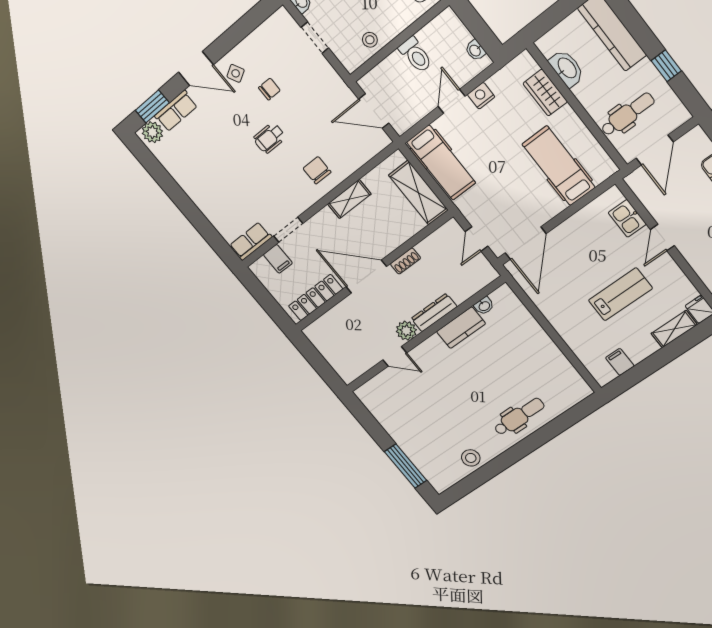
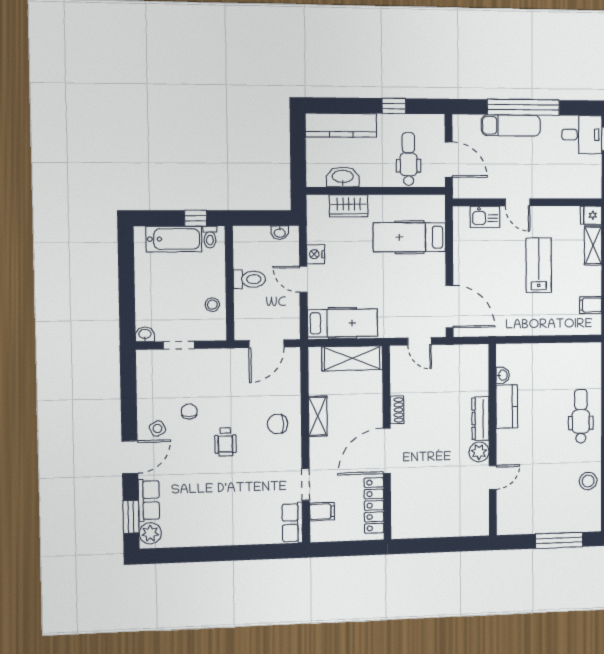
washbasin: (484, 306) -> (503, 375), moved
dresser: (434, 313) -> (480, 419), moved
kitchen counter: (461, 328) -> (507, 407), moved
plant: (406, 331) -> (479, 452), moved
wall: (425, 335) -> (493, 440), moved
door: (395, 356) -> (493, 477), moved

